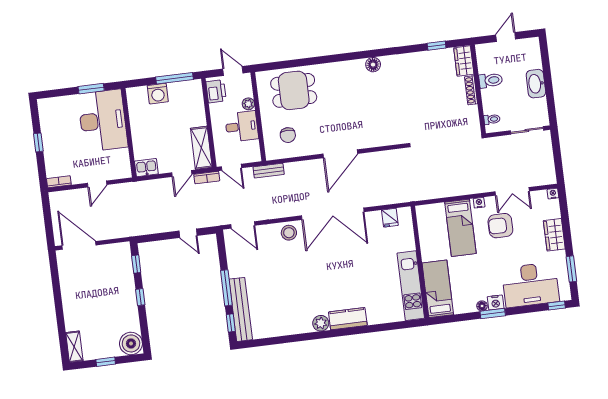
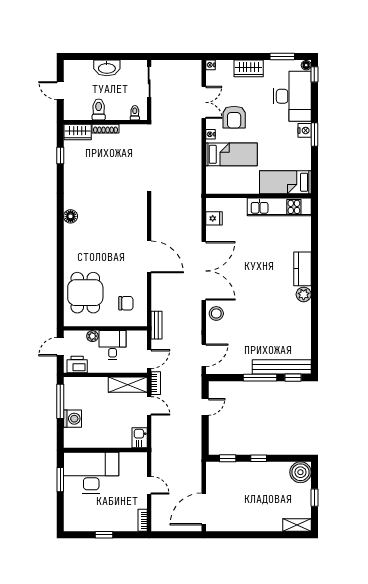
floor lamp: (482, 306) -> (306, 65), moved

